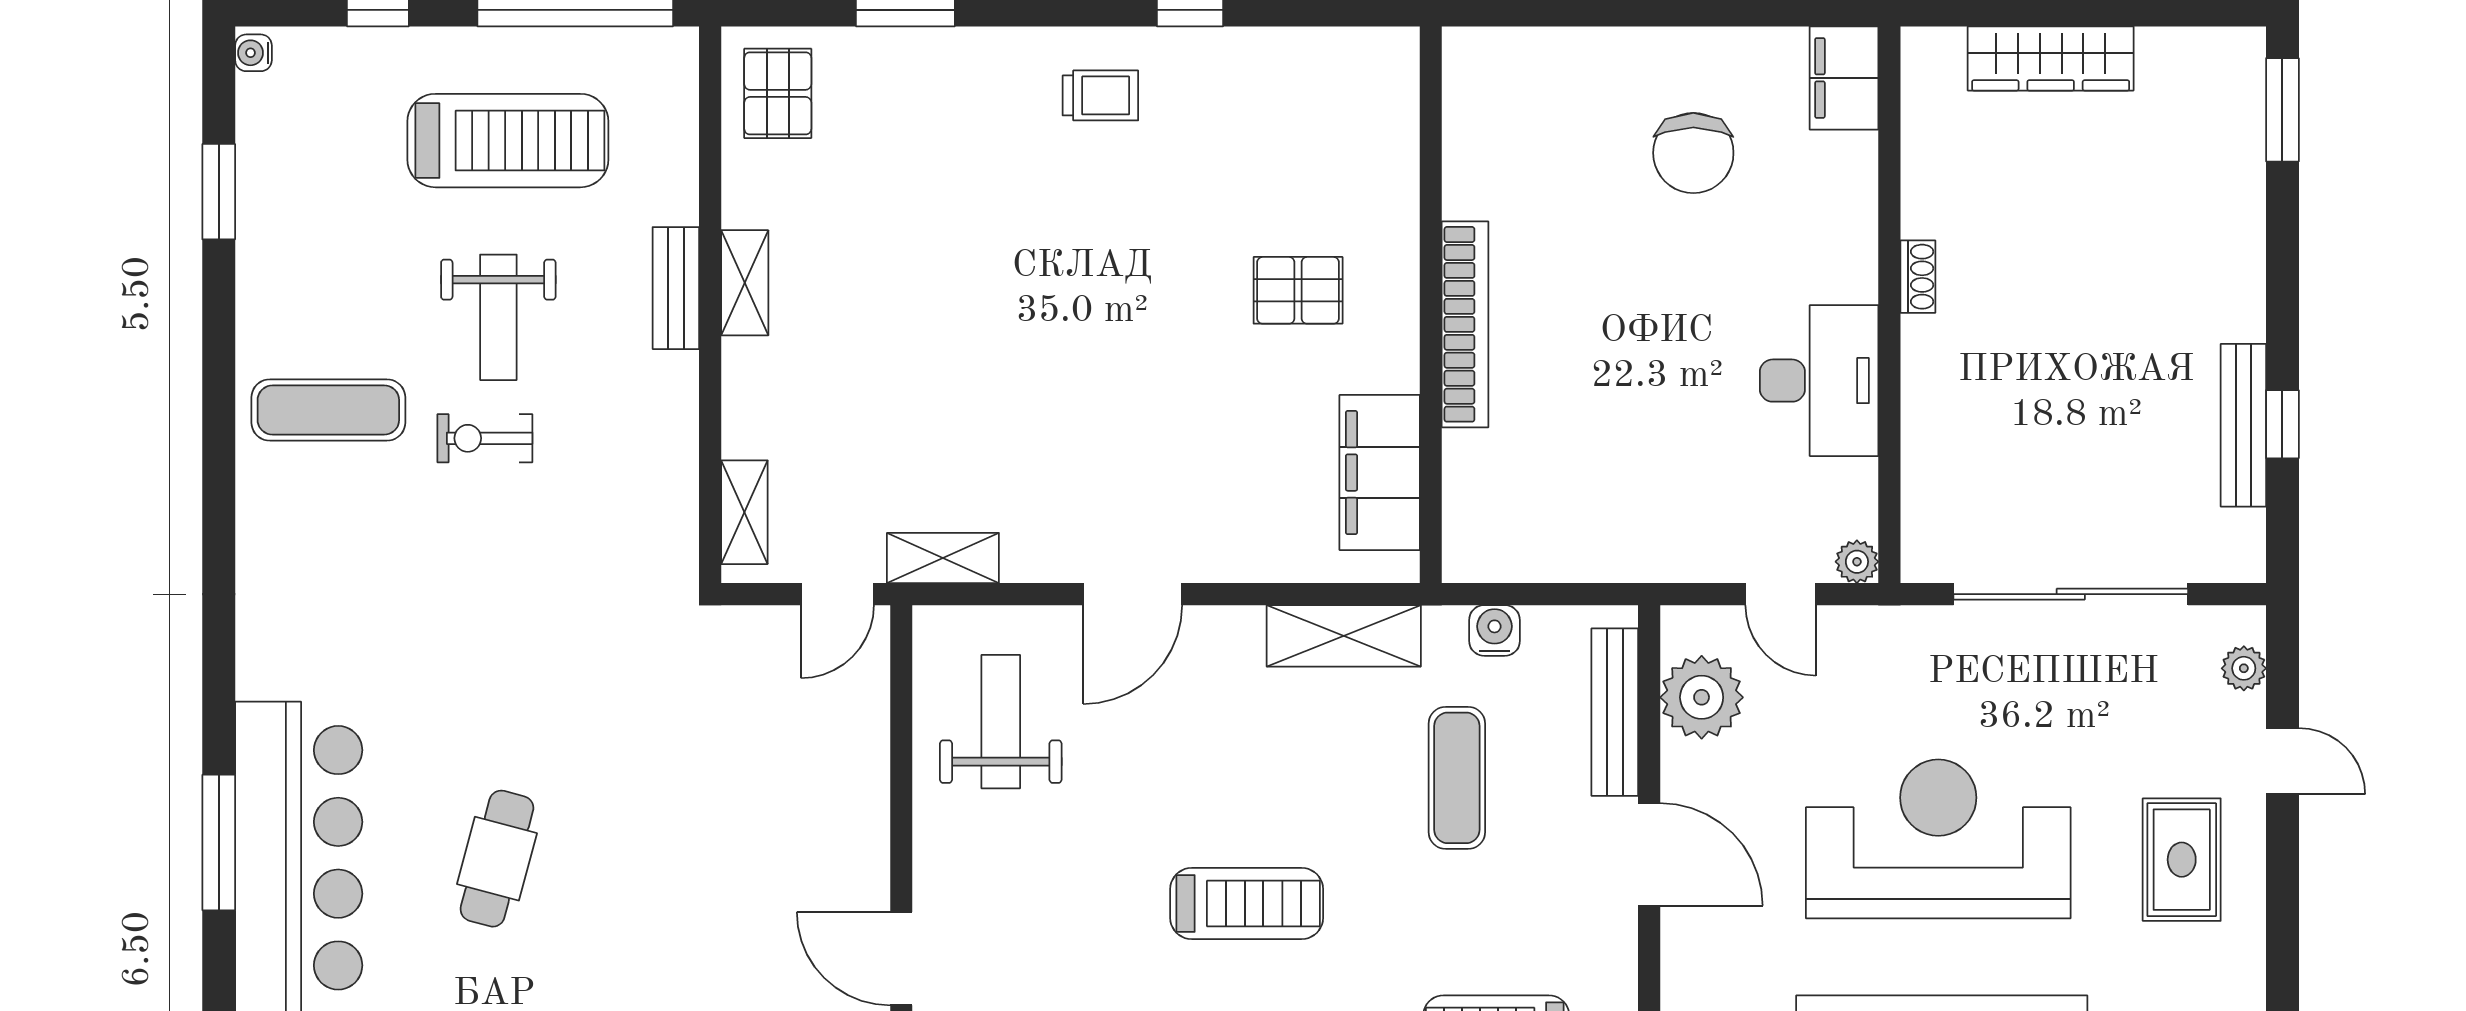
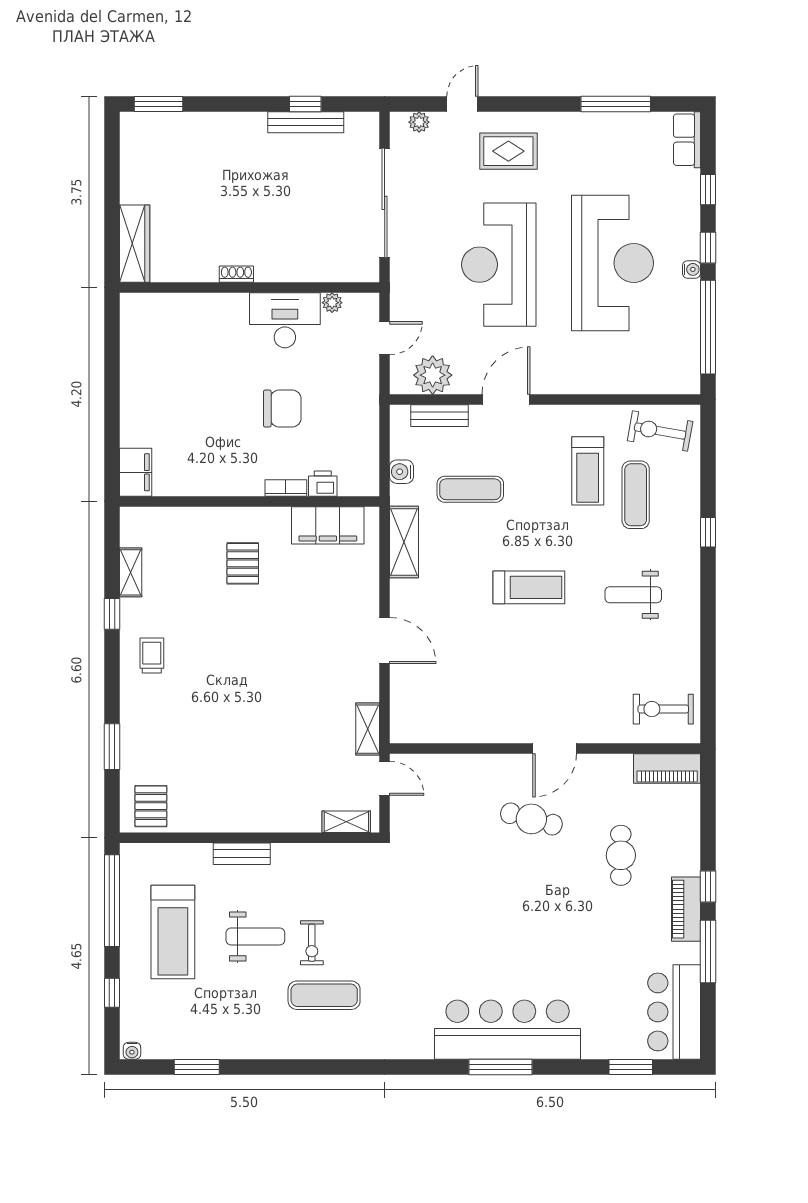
wardrobe: (2051, 58) -> (135, 244), moved
filing cabinet: (1844, 78) -> (136, 472), moved, turned -90
pallet: (778, 93) -> (151, 806), turned 90
treadmill: (508, 141) -> (173, 932), turned 180
chair: (1693, 153) -> (282, 409), moved
shelving: (745, 283) -> (131, 572), moved, turned 90
bookcase: (1465, 324) -> (286, 488), width x0.43, depth x0.76
exercise mat: (328, 410) -> (324, 995), moved, turned 90
printer: (1469, 462) -> (323, 484), added
plant: (1857, 562) -> (332, 303), moved
bench: (1615, 712) -> (440, 416), width x0.73
weight bench: (1001, 722) -> (444, 702), removed
cafe table: (497, 859) -> (531, 819), moved
treadmill: (1247, 903) -> (529, 587), turned 90

